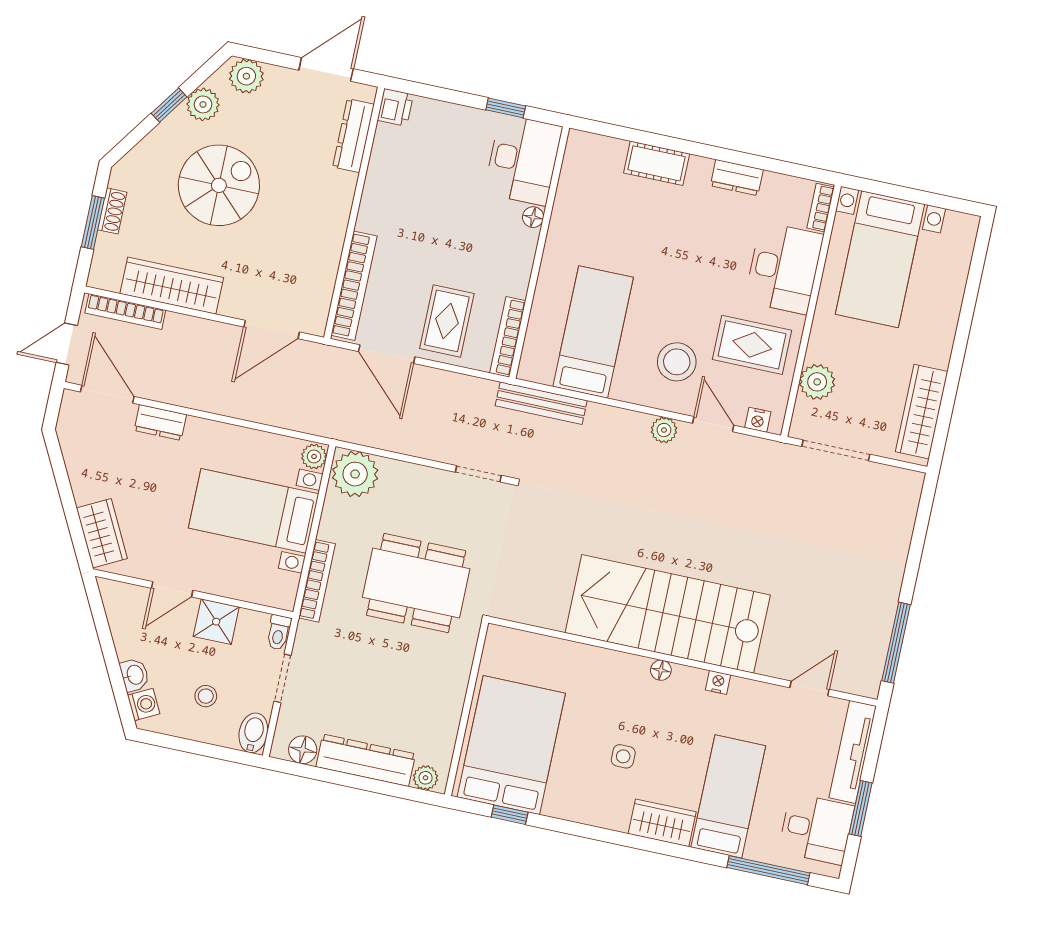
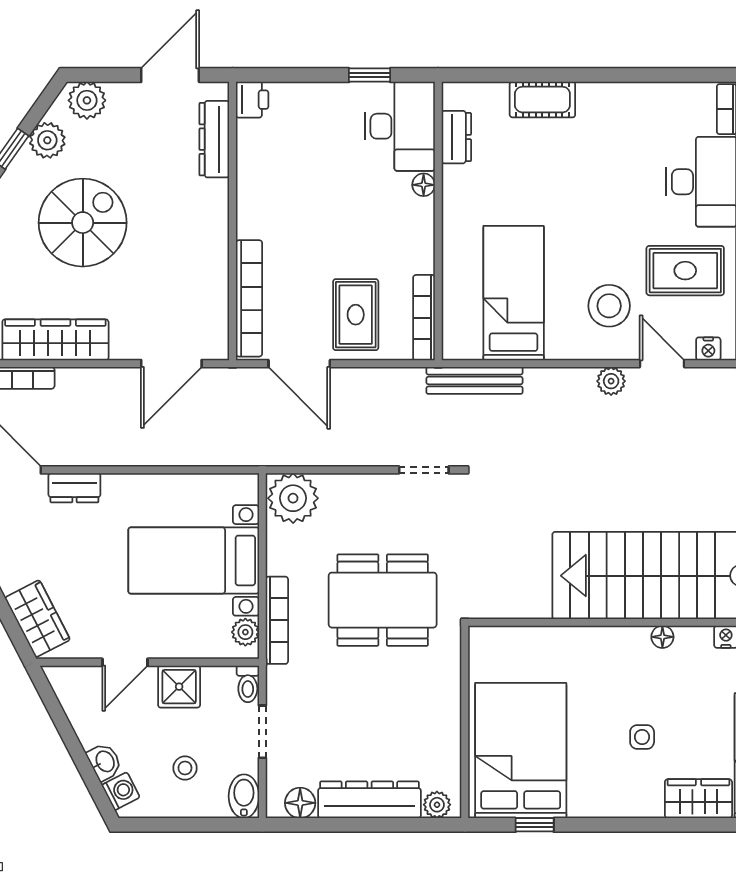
dresser: (737, 178) -> (456, 137), moved, turned -90
plant: (314, 456) -> (245, 632), moved

